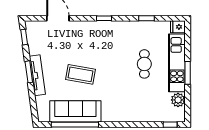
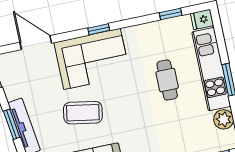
window: (146, 18) -> (171, 14), moved
corner sofa: (95, 38) -> (92, 59), added

